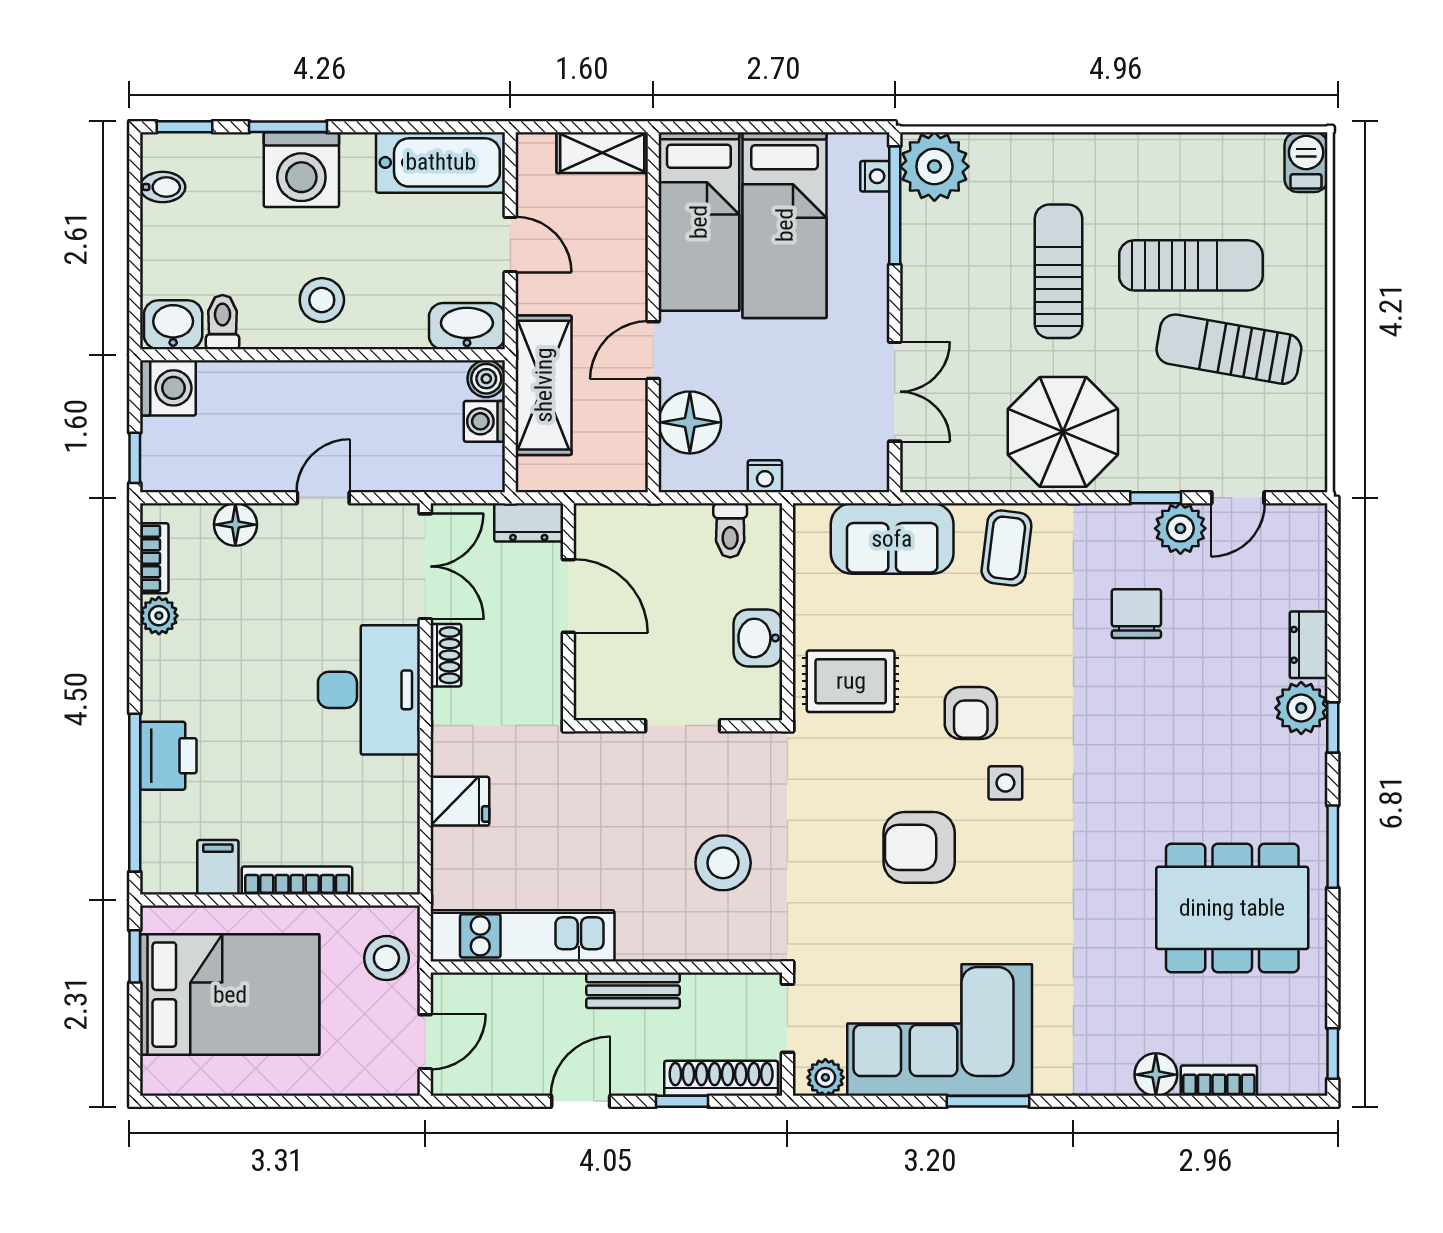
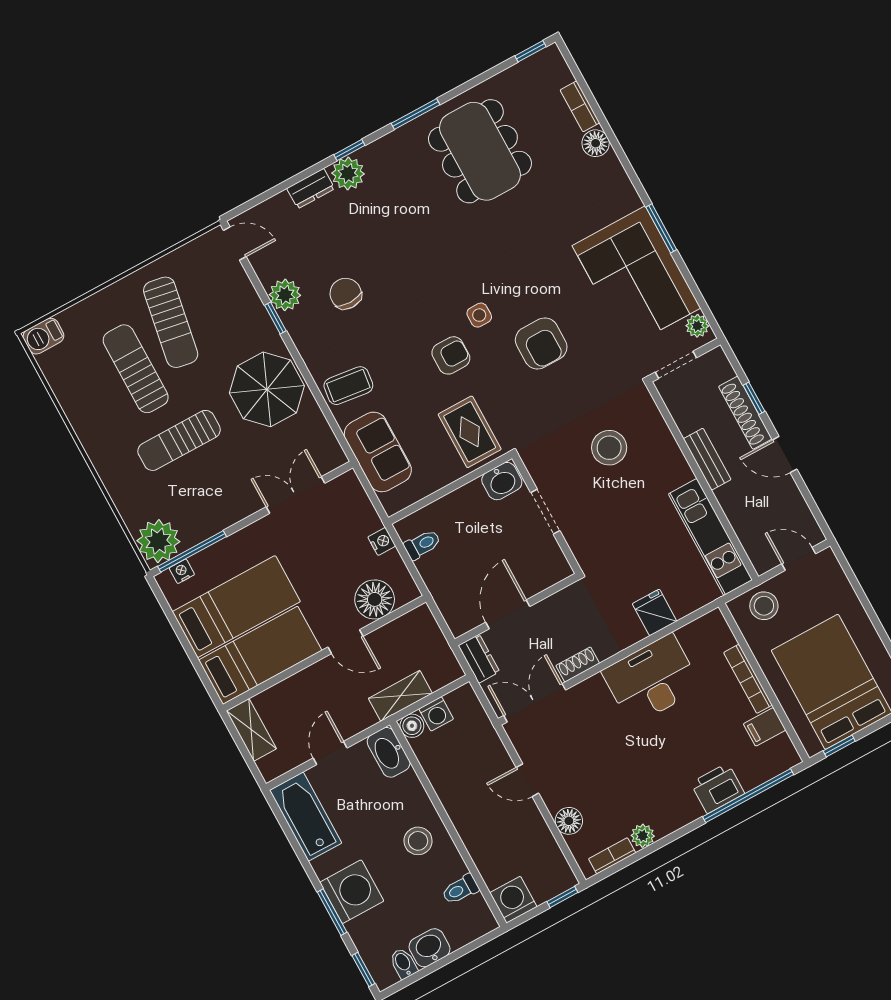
washbasin: (173, 325) -> (429, 948), moved, turned 90
shelving: (544, 385) -> (400, 696), width x0.67, depth x0.75
door: (1238, 498) -> (235, 244), moved
chair: (1136, 614) -> (346, 294), turned 90
washbasin: (758, 638) -> (502, 481), moved
desk: (369, 690) -> (652, 680), moved
shoe rack: (721, 1078) -> (745, 413), moved

